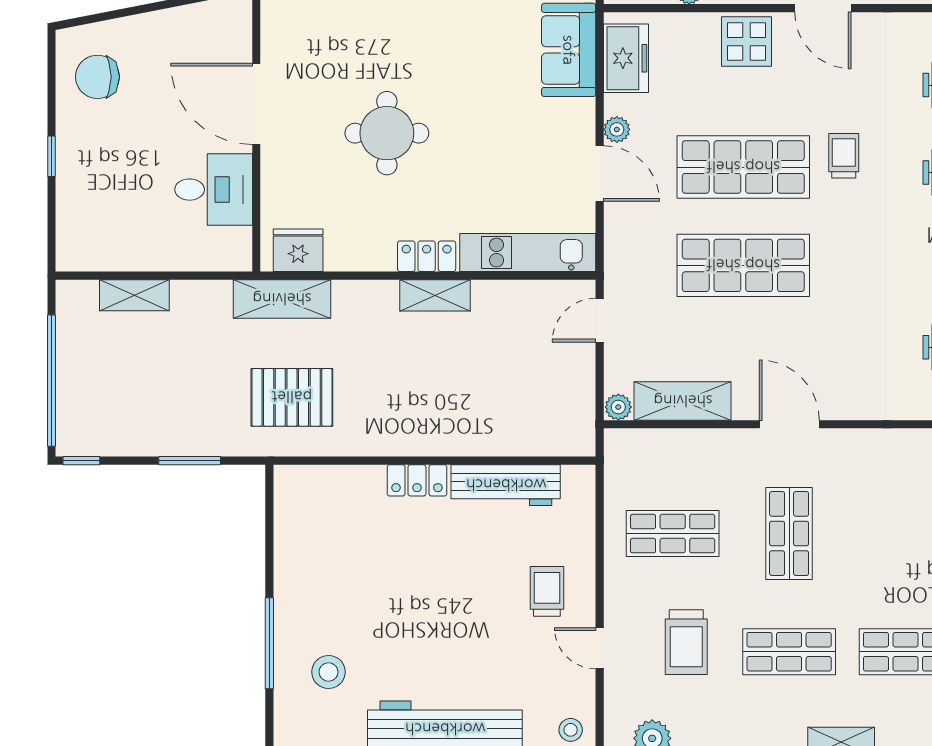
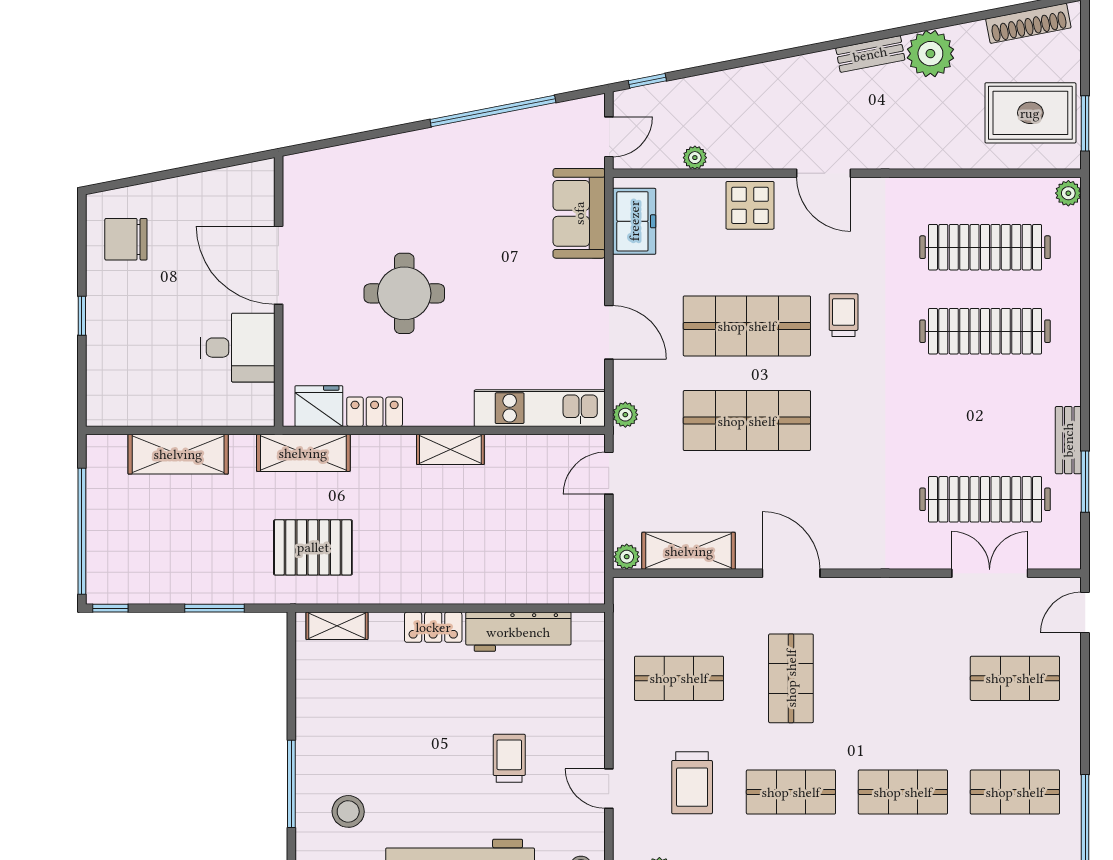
plant: (617, 129) -> (625, 415), moved
locker: (427, 256) -> (375, 412), moved
shelving: (134, 295) -> (178, 454), width x1.50, depth x1.33
shelving: (317, 479) -> (337, 626), added
trolley: (547, 591) -> (509, 758), moved

